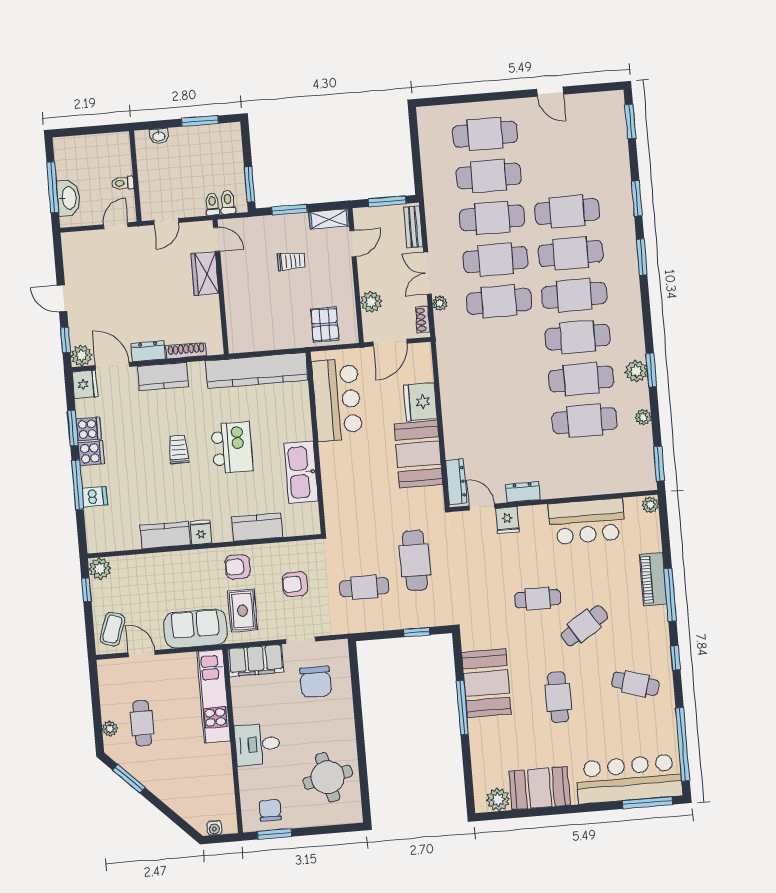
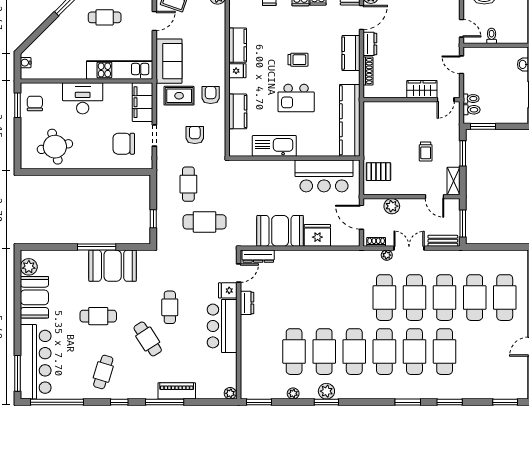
bar counter: (587, 521) -> (222, 326), moved
desk: (257, 744) -> (83, 98), width x1.37
chair: (270, 810) -> (35, 103), turned -90

